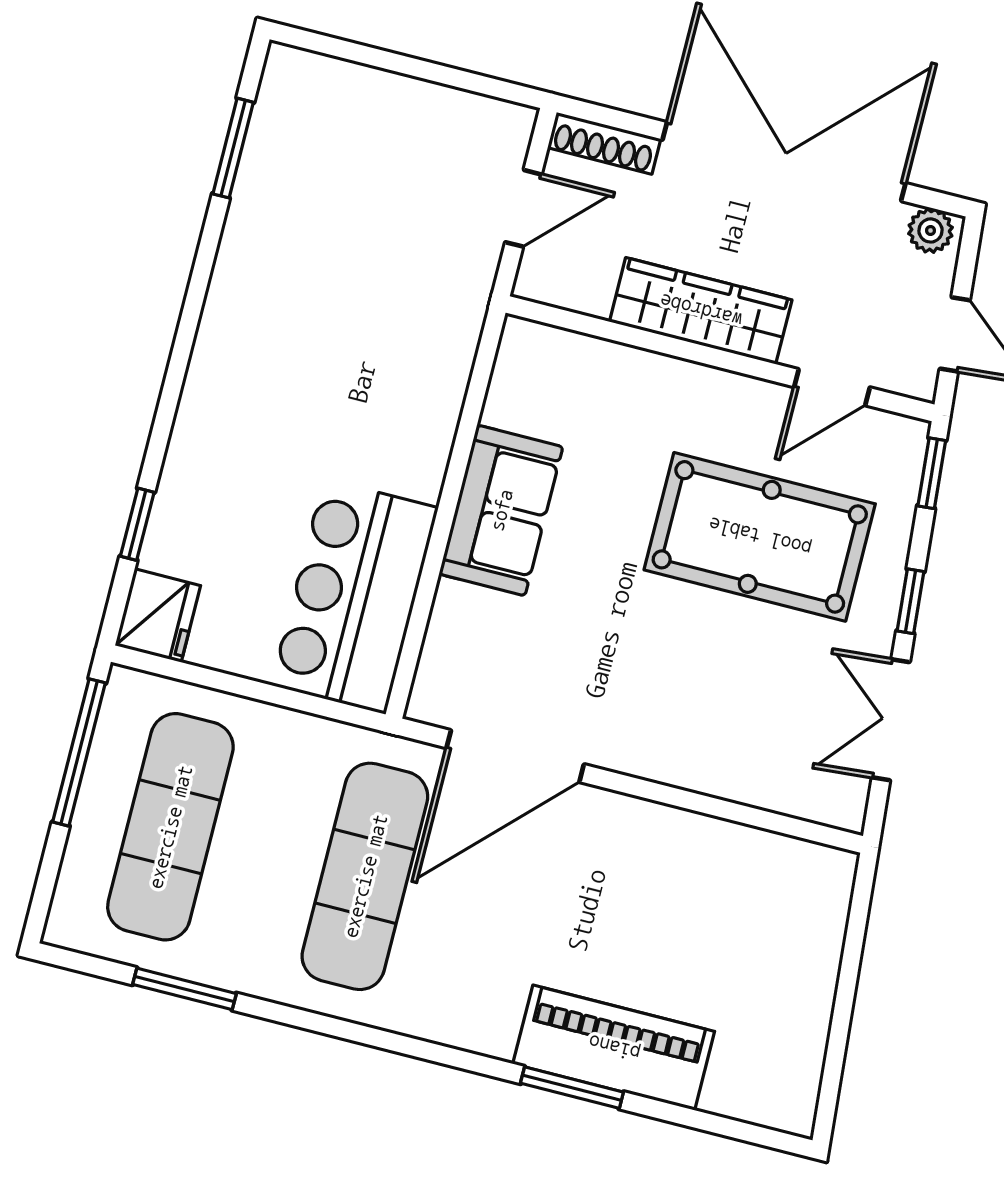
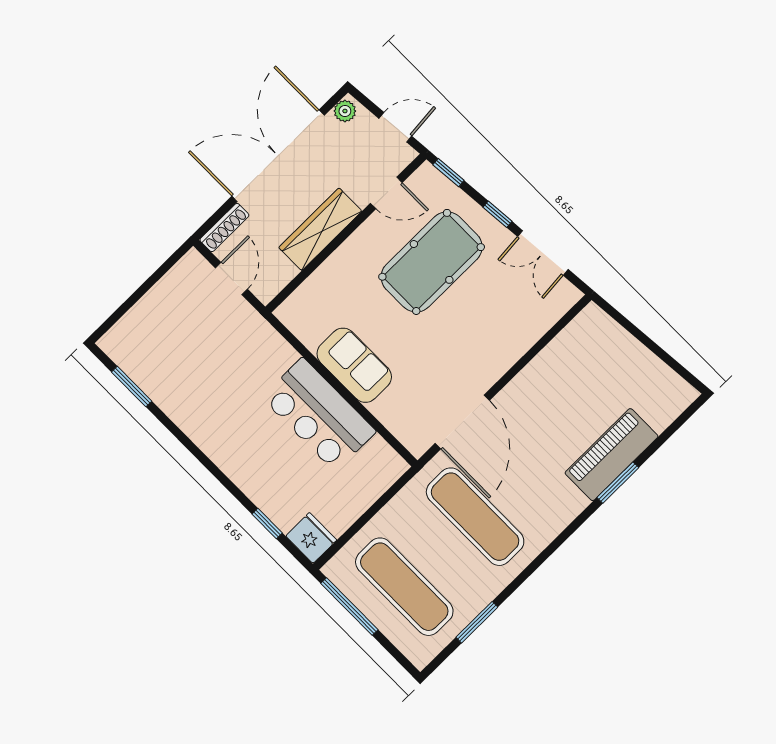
door: (832, 387) -> (386, 193), hinge flipped
bar counter: (355, 596) -> (319, 415), moved

